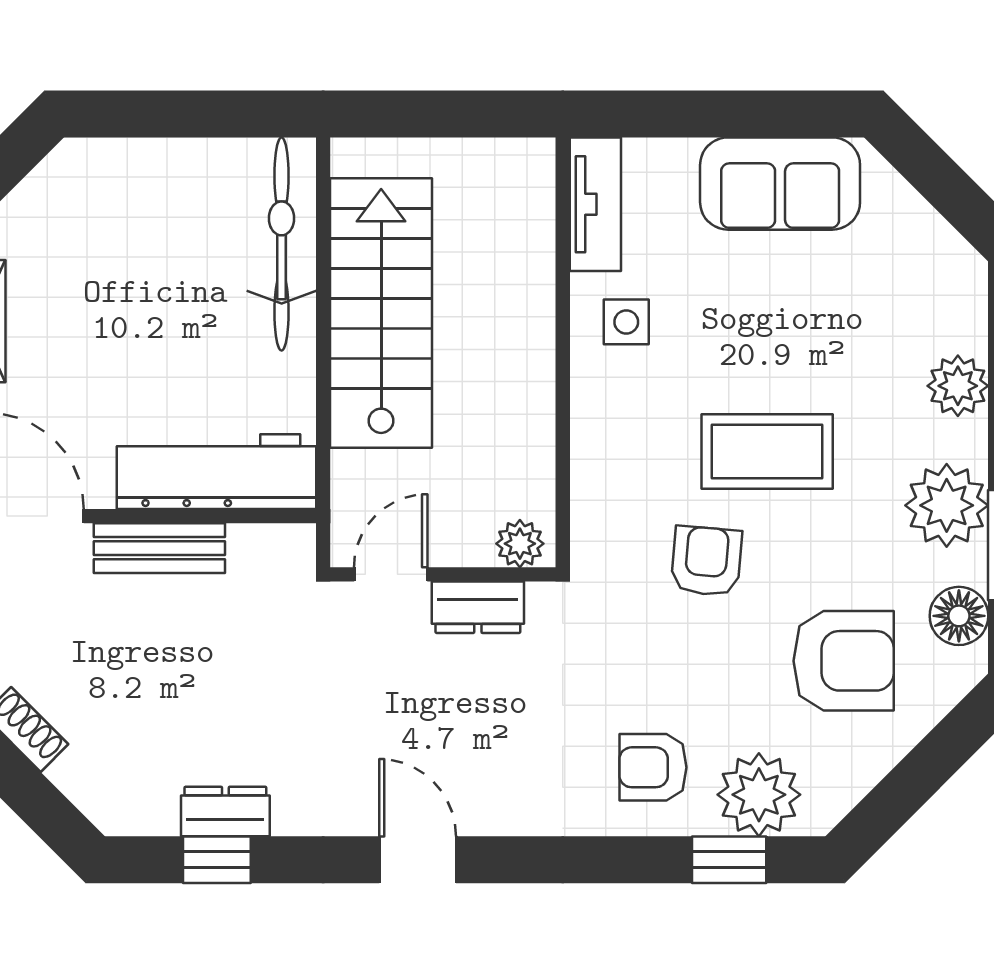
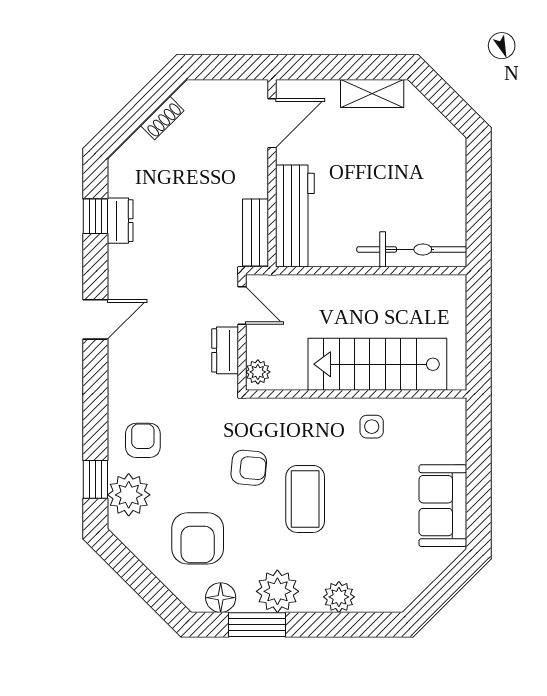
tv unit: (595, 204) -> (432, 411), removed
stairs: (381, 313) -> (377, 364), moved, turned 180
bench: (159, 548) -> (256, 233), moved

